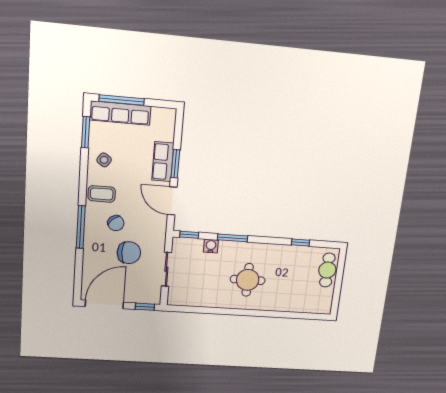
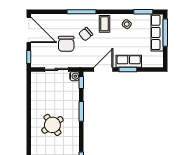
water cooler: (211, 246) -> (75, 76), moved
round table: (248, 280) -> (52, 125), turned -35

